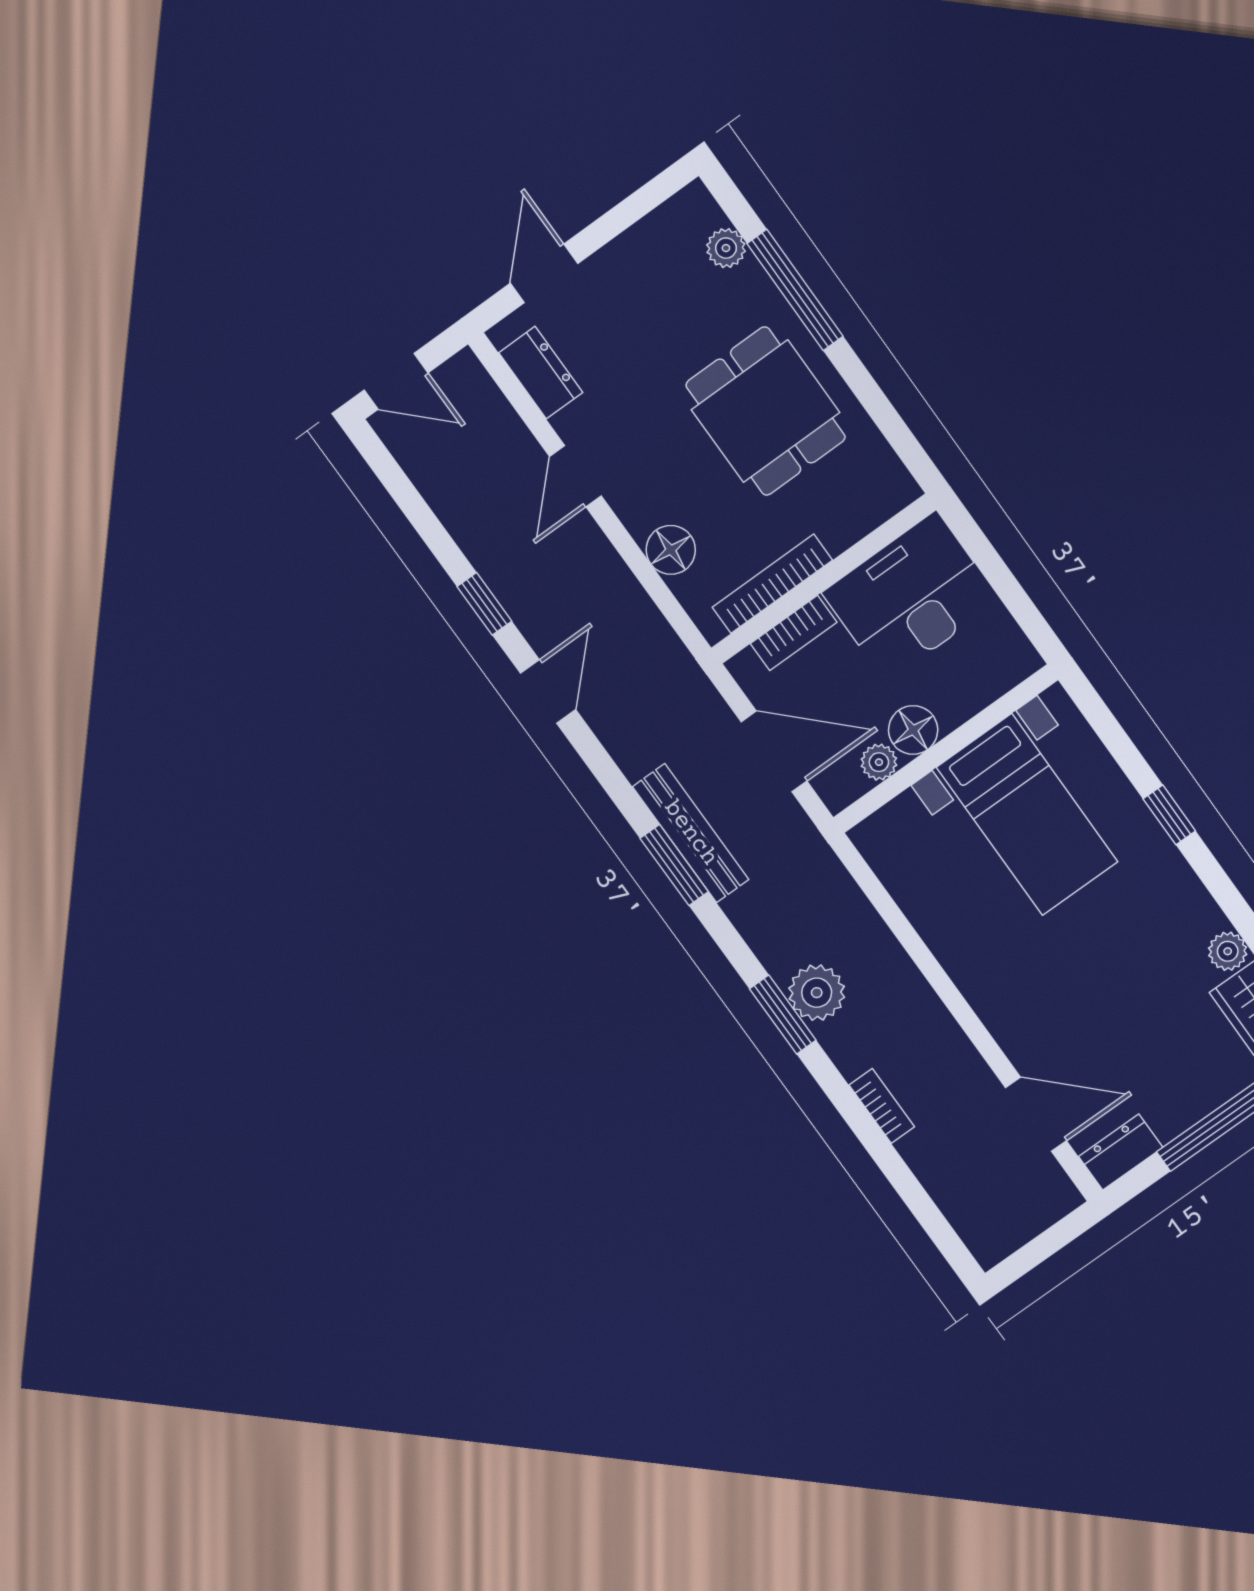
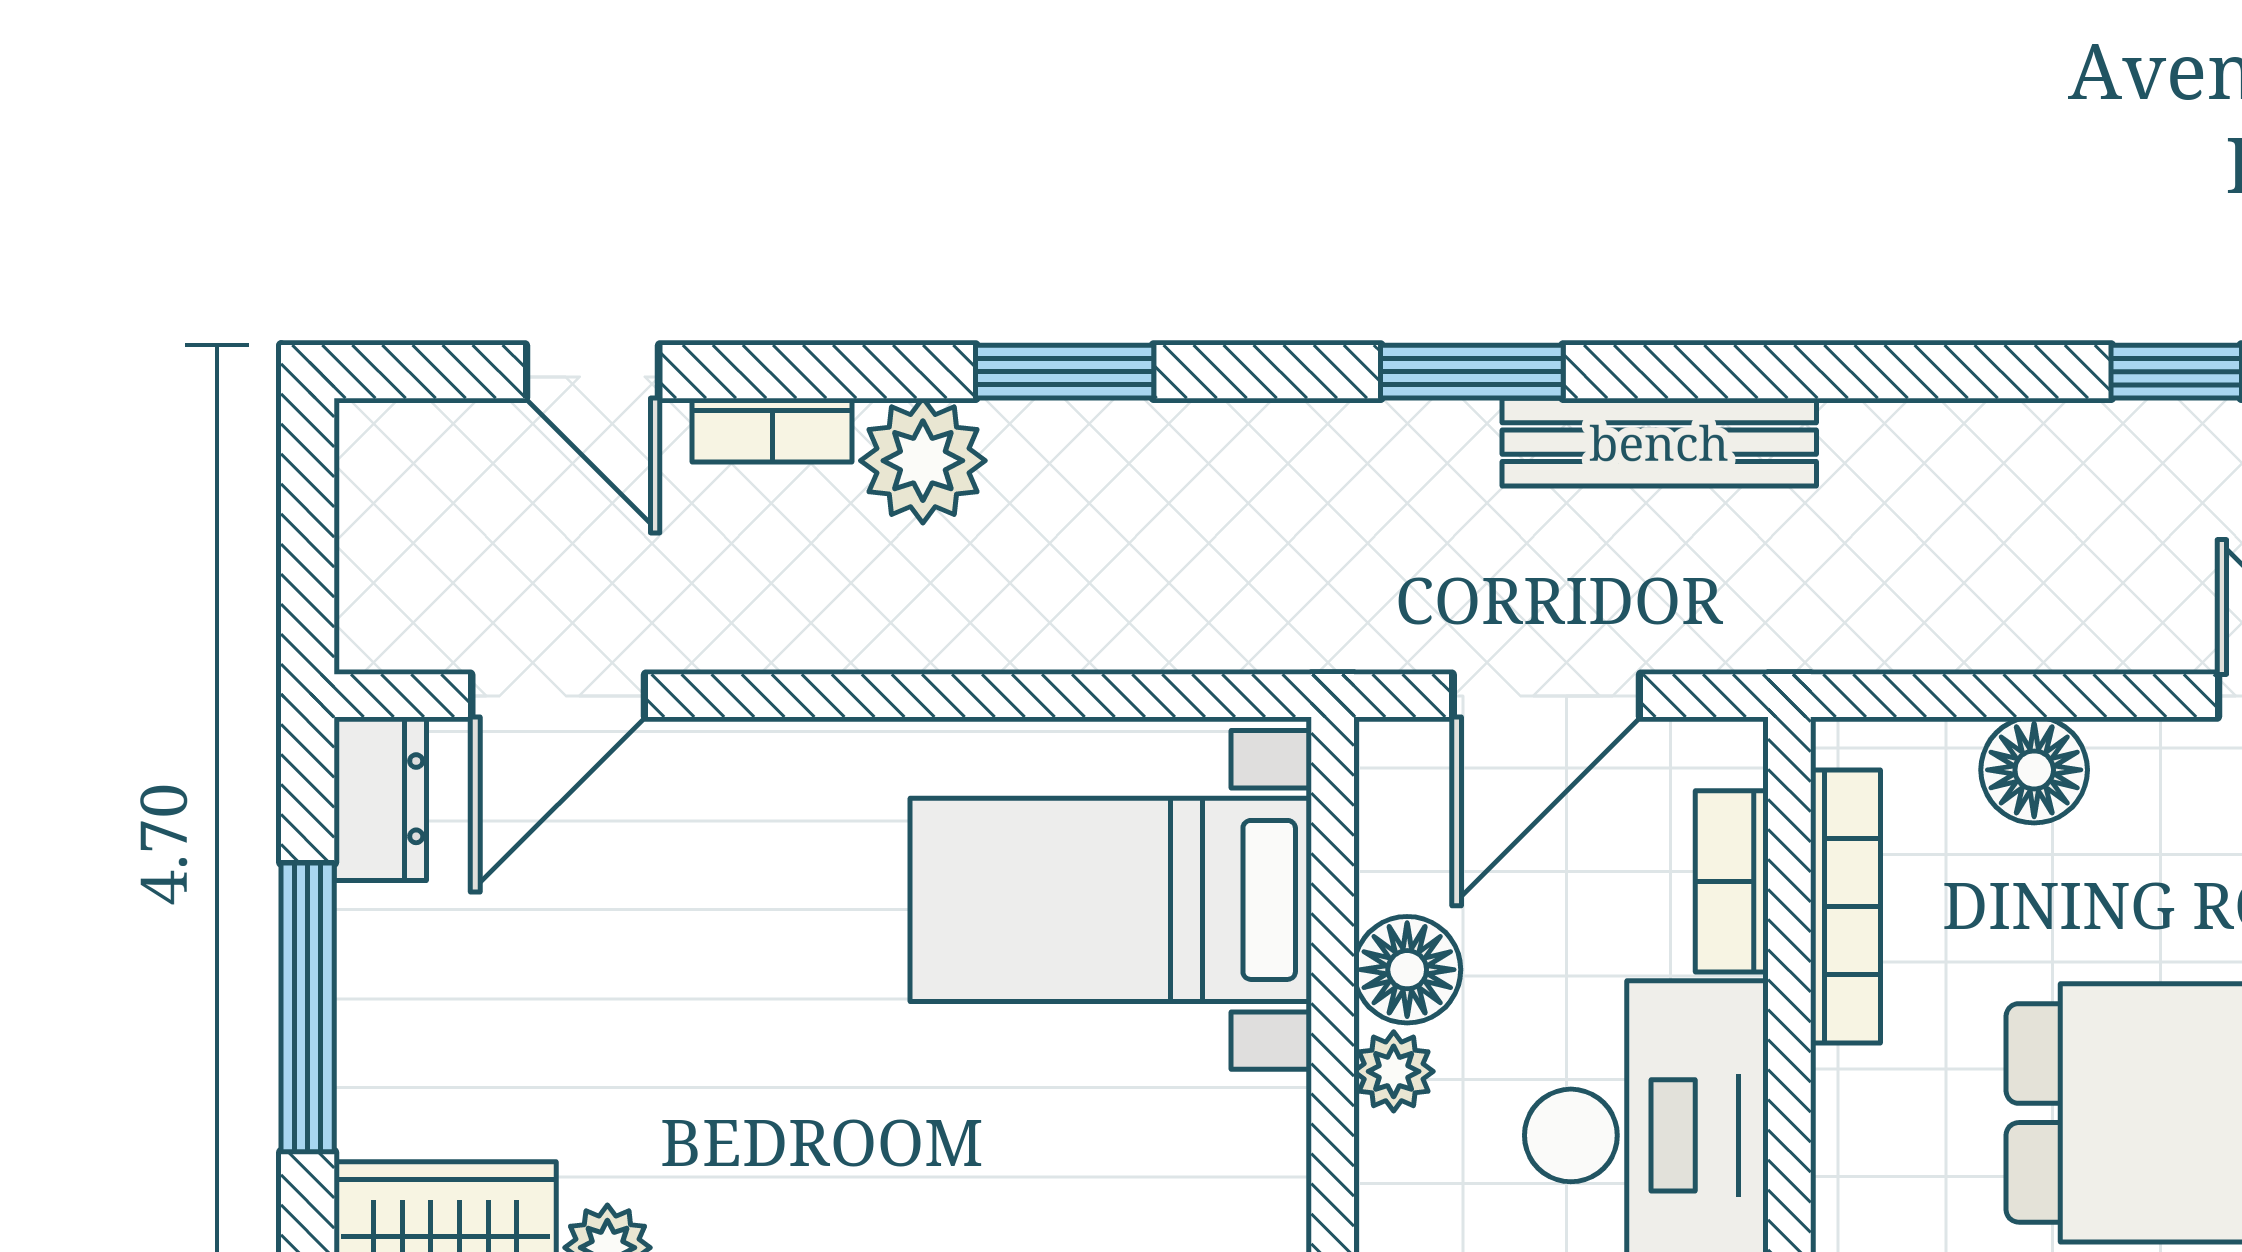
door: (548, 691) -> (592, 372), moved
plant: (879, 762) -> (1394, 1071), moved
bed with nightstands: (1027, 815) -> (1111, 900), moved
bench: (691, 833) -> (1659, 442), moved
plant: (817, 993) -> (923, 461), moved

